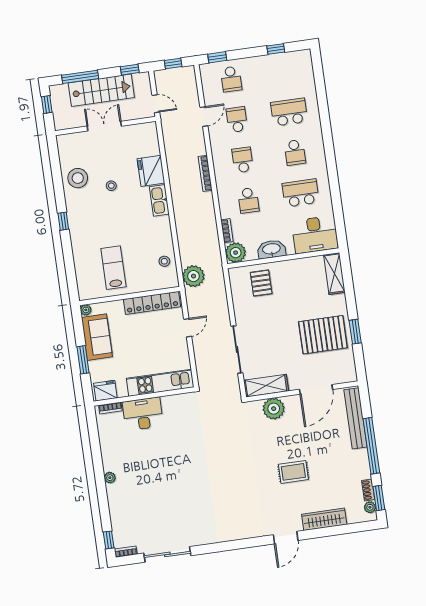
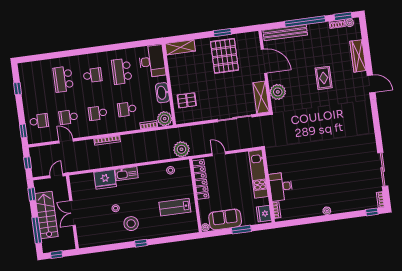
stool: (78, 178) -> (131, 224), moved
school desk: (248, 200) -> (127, 109), turned 180

